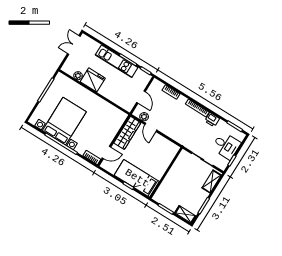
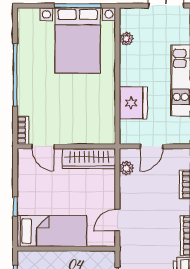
fridge: (93, 80) -> (133, 103), moved
bed with nightstands: (64, 121) -> (78, 41), moved, turned 90
door: (151, 127) -> (117, 220), moved
bed: (137, 178) -> (52, 231), moved, turned 90

